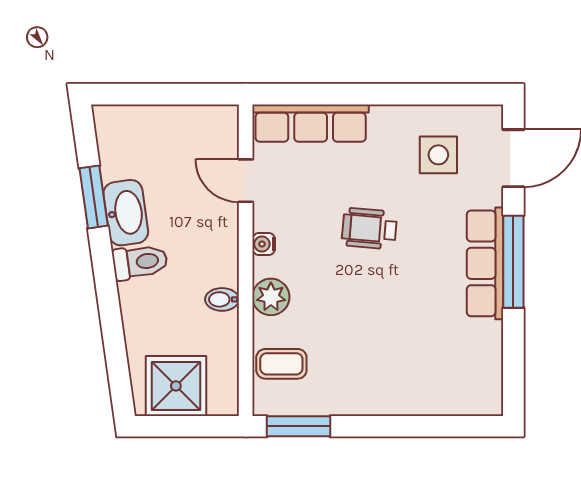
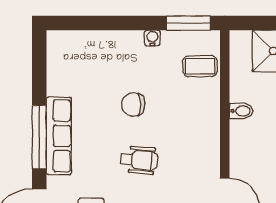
water cooler: (264, 244) -> (152, 38), moved, turned -90
plant: (271, 297) -> (207, 113), removed
chair: (378, 309) -> (133, 104), added

